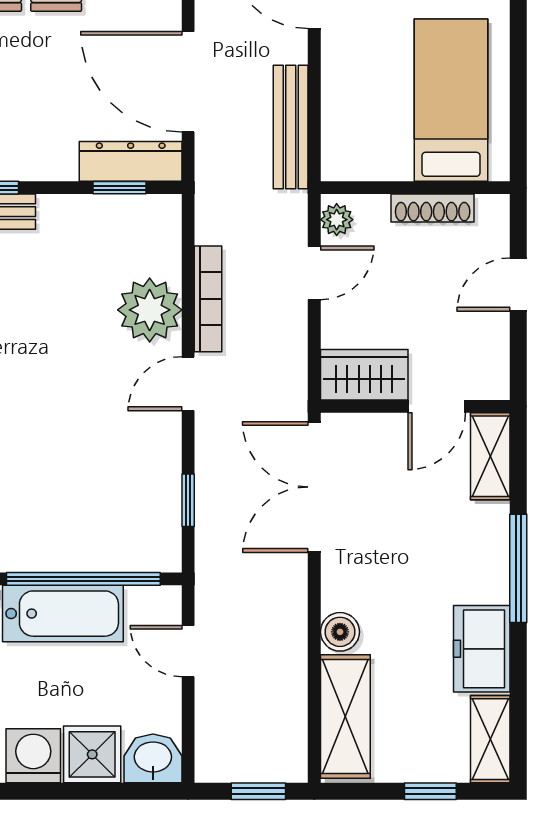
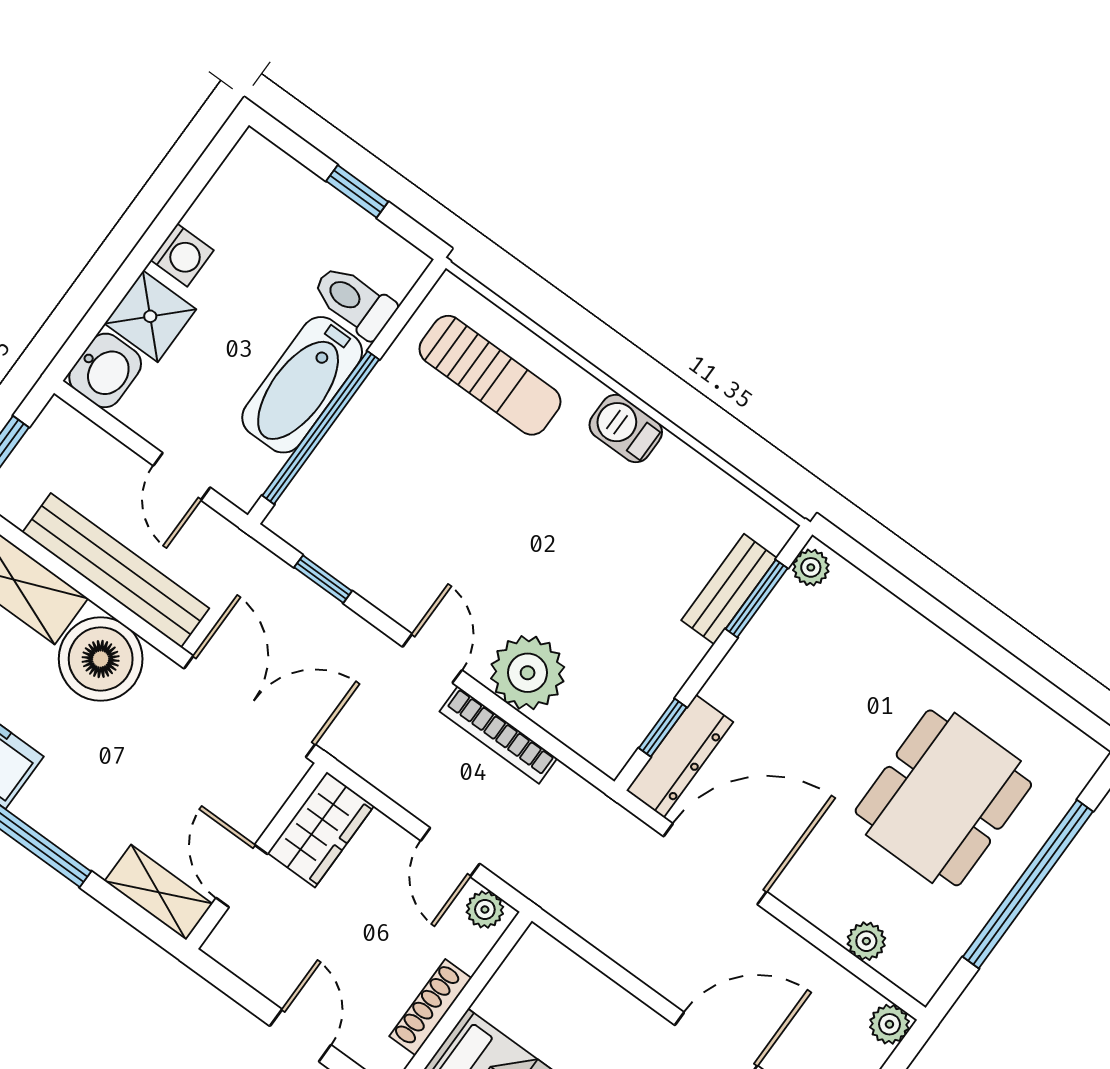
bench: (291, 127) -> (116, 570), moved, width x1.37, depth x1.21
boiler: (340, 632) -> (101, 659), width x1.86, depth x1.86
door: (188, 651) -> (182, 476), swing flipped
washing machine: (33, 756) -> (182, 255), width x0.73, depth x0.73

